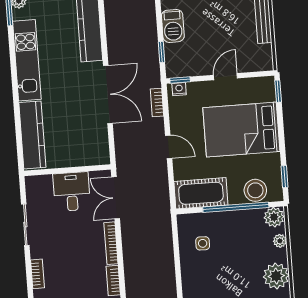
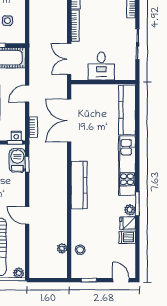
barbecue: (173, 26) -> (17, 160), moved
double door: (108, 94) -> (69, 121), moved
door: (169, 147) -> (27, 94), hinge flipped
double door: (116, 198) -> (69, 59), swing flipped

